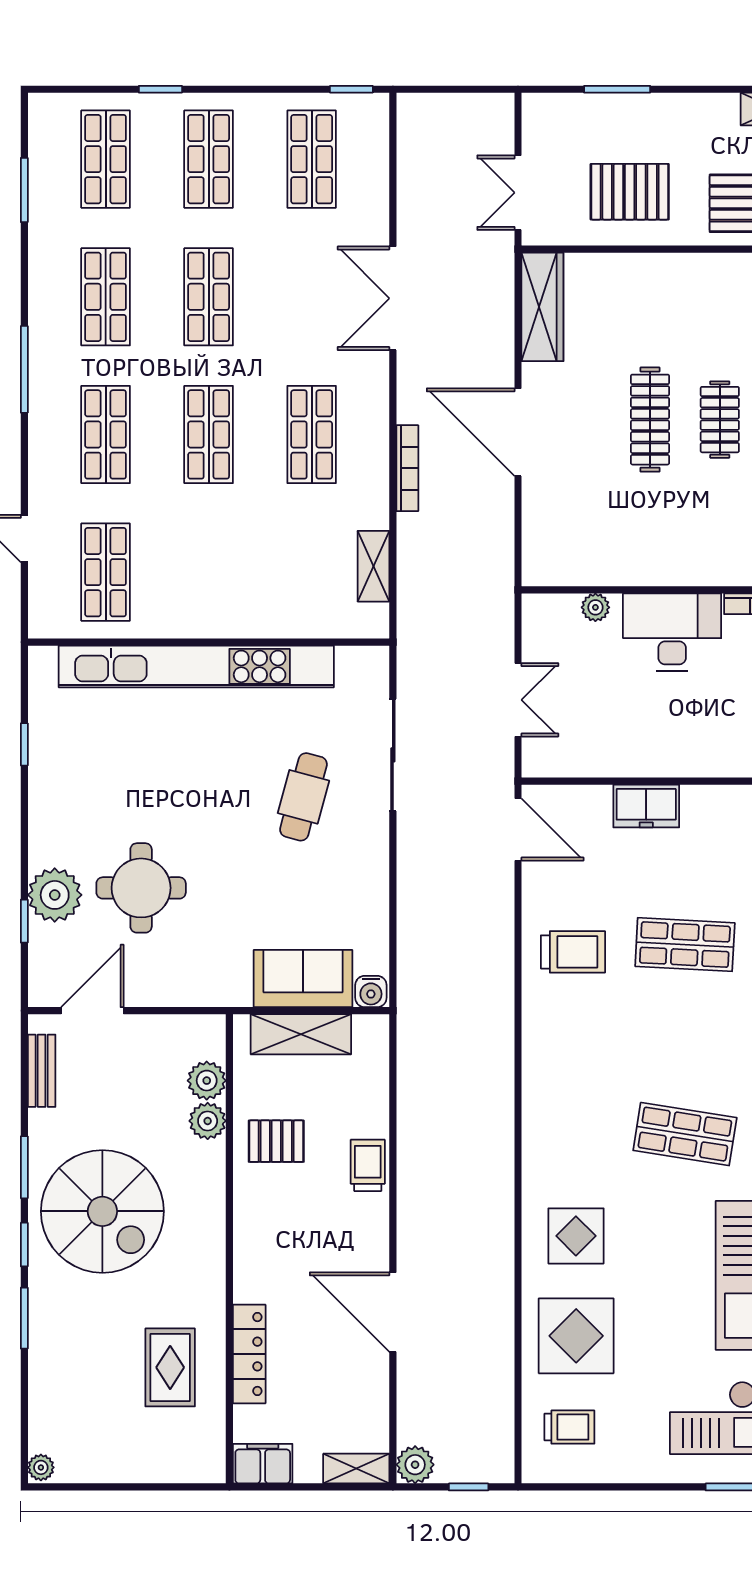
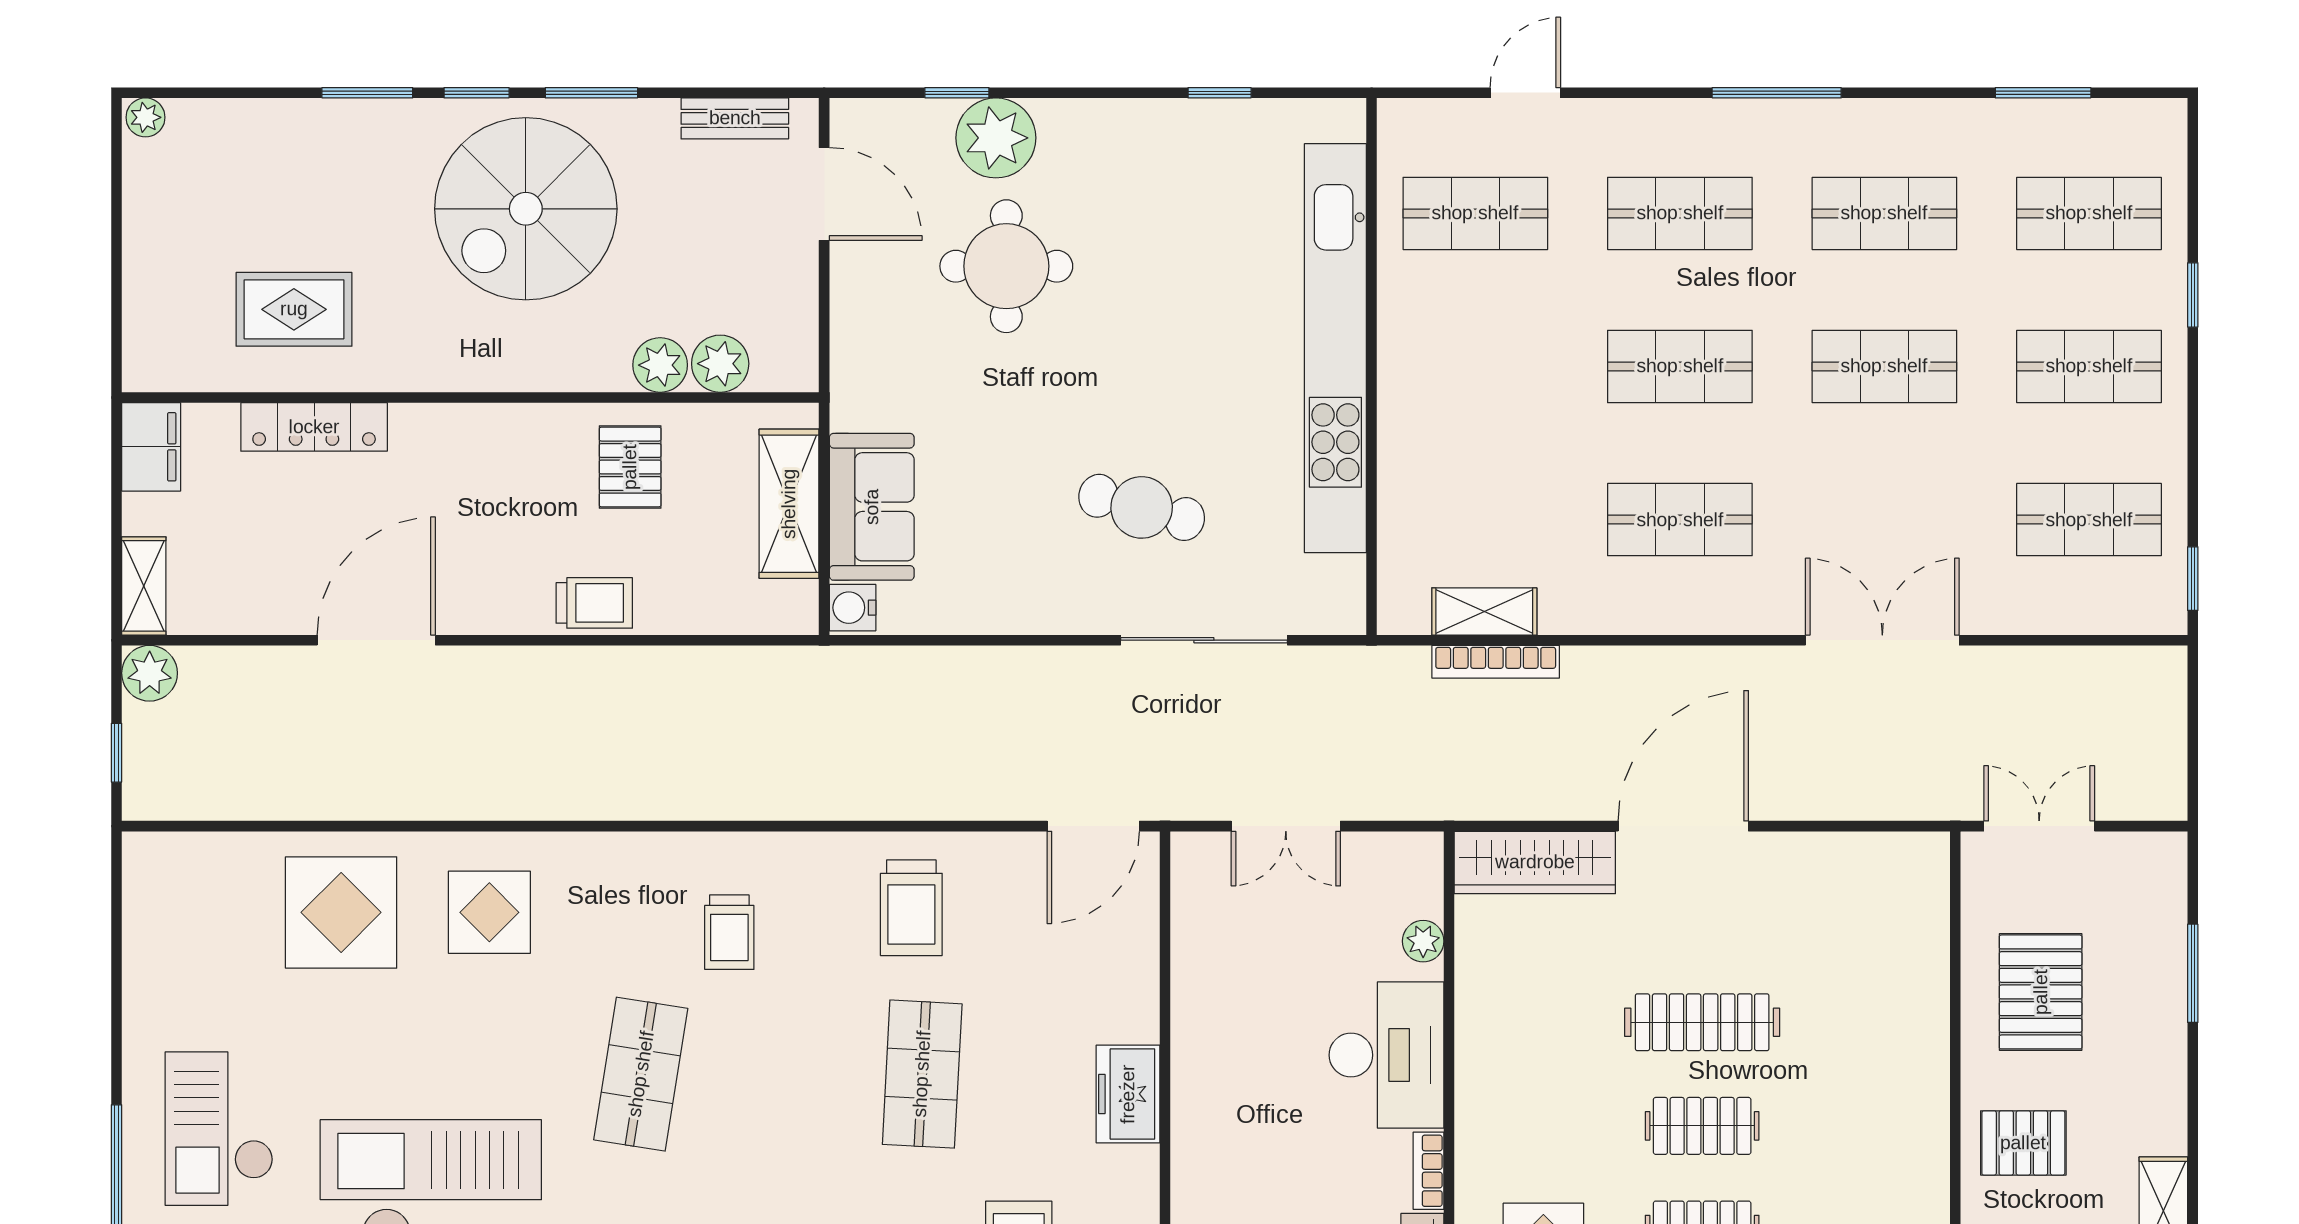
wardrobe: (542, 307) -> (1535, 862), moved
bookcase: (407, 468) -> (1496, 662), moved
freezer: (646, 806) -> (1128, 1094), moved
trolley: (569, 1427) -> (729, 932), moved

